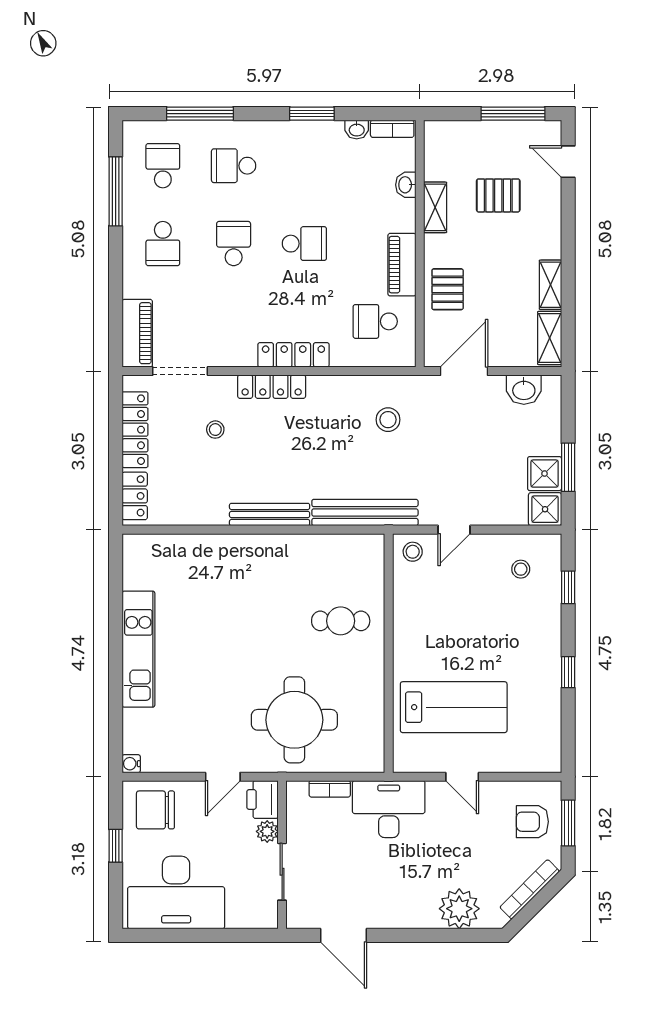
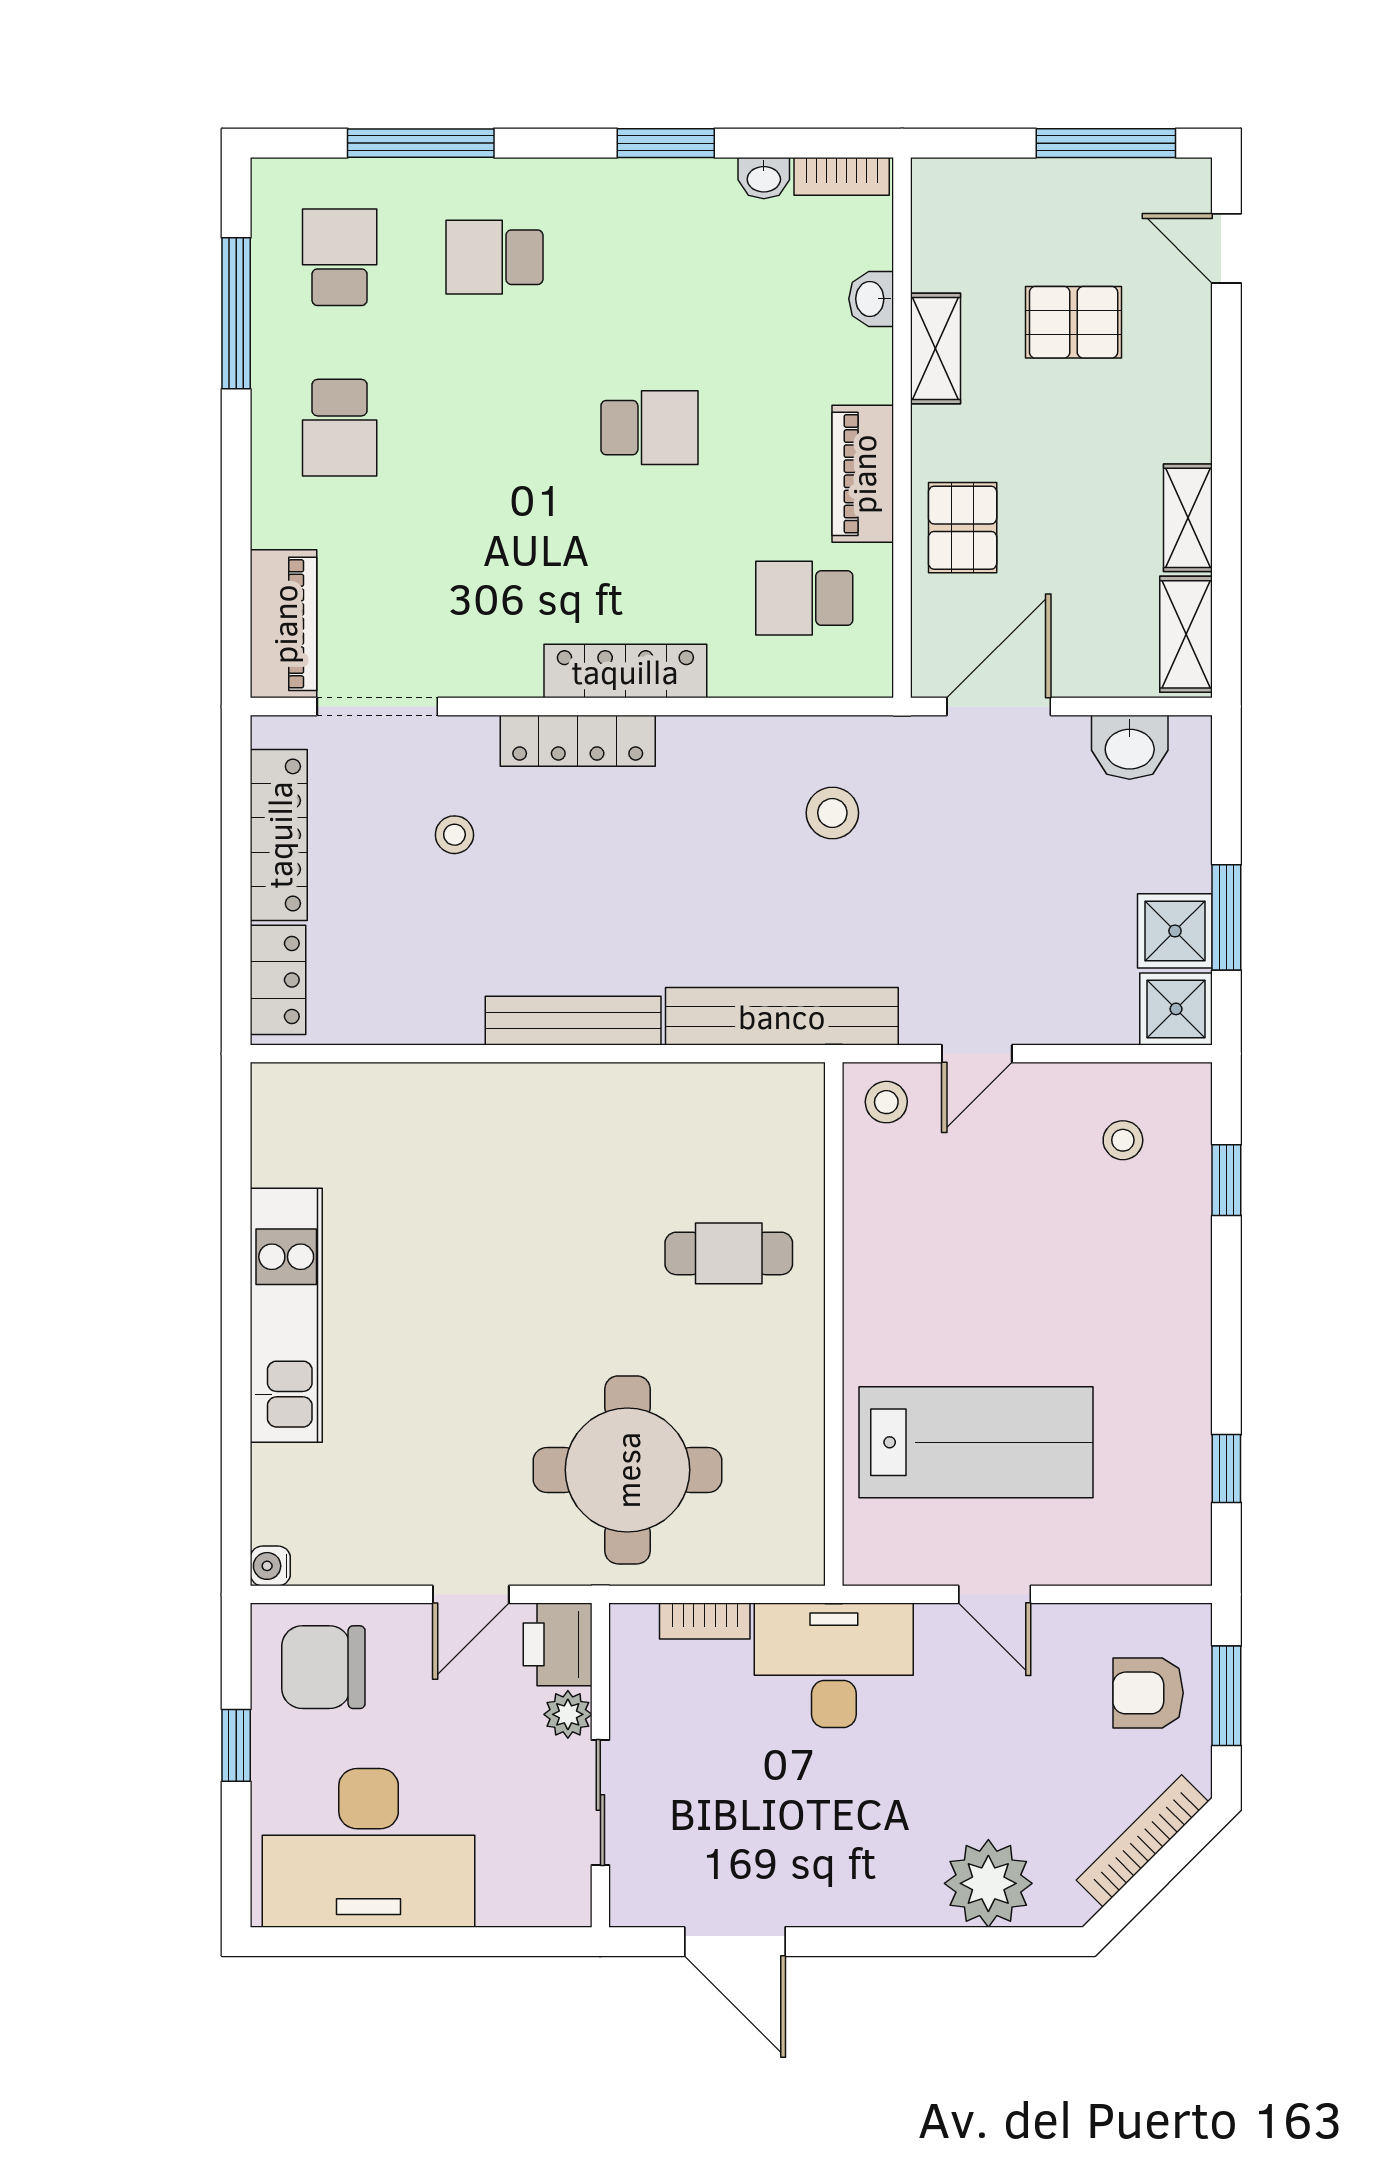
school desk: (234, 244) -> (494, 428), removed
window: (568, 672) -> (1226, 1469), moved

